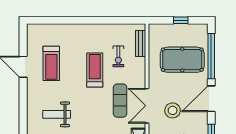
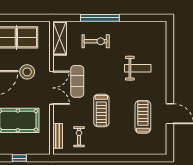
exercise bike: (118, 56) -> (79, 137), moved
double door: (147, 106) -> (51, 88), moved

